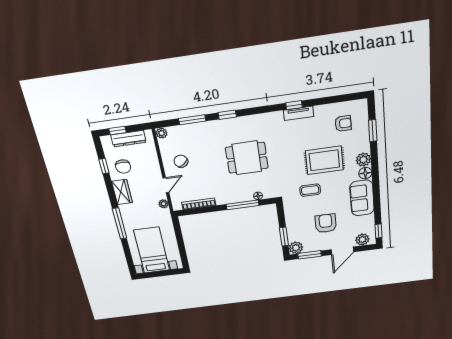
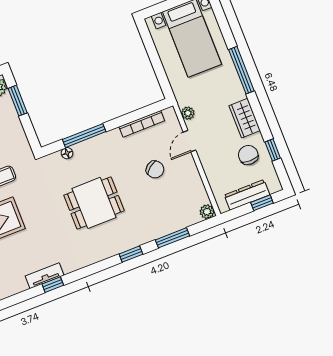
chair: (181, 161) -> (155, 169), moved

